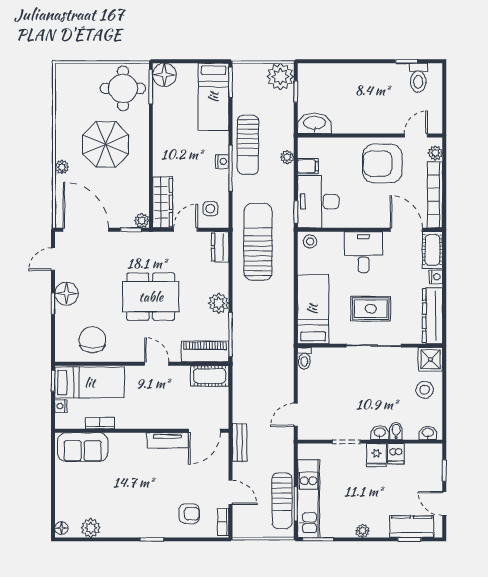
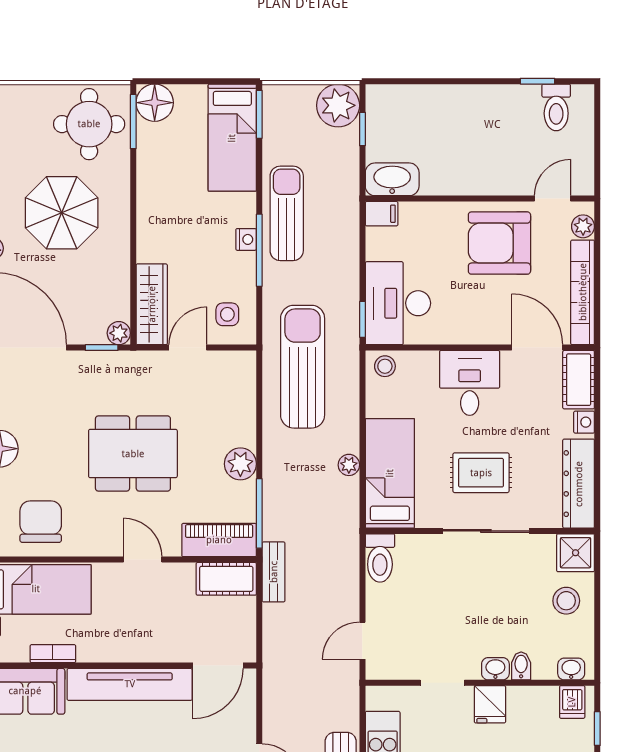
sun lounger: (248, 145) -> (287, 213), turned 180
plant: (287, 157) -> (349, 465), moved
filing cabinet: (308, 166) -> (382, 214), moved
dresser: (220, 247) -> (243, 375), removed
toilet: (304, 358) -> (380, 558), width x1.37, depth x1.39
tv unit: (168, 440) -> (130, 684), width x1.92, depth x1.29
bench: (240, 442) -> (274, 572), moved
dishwasher: (396, 454) -> (572, 702), moved

